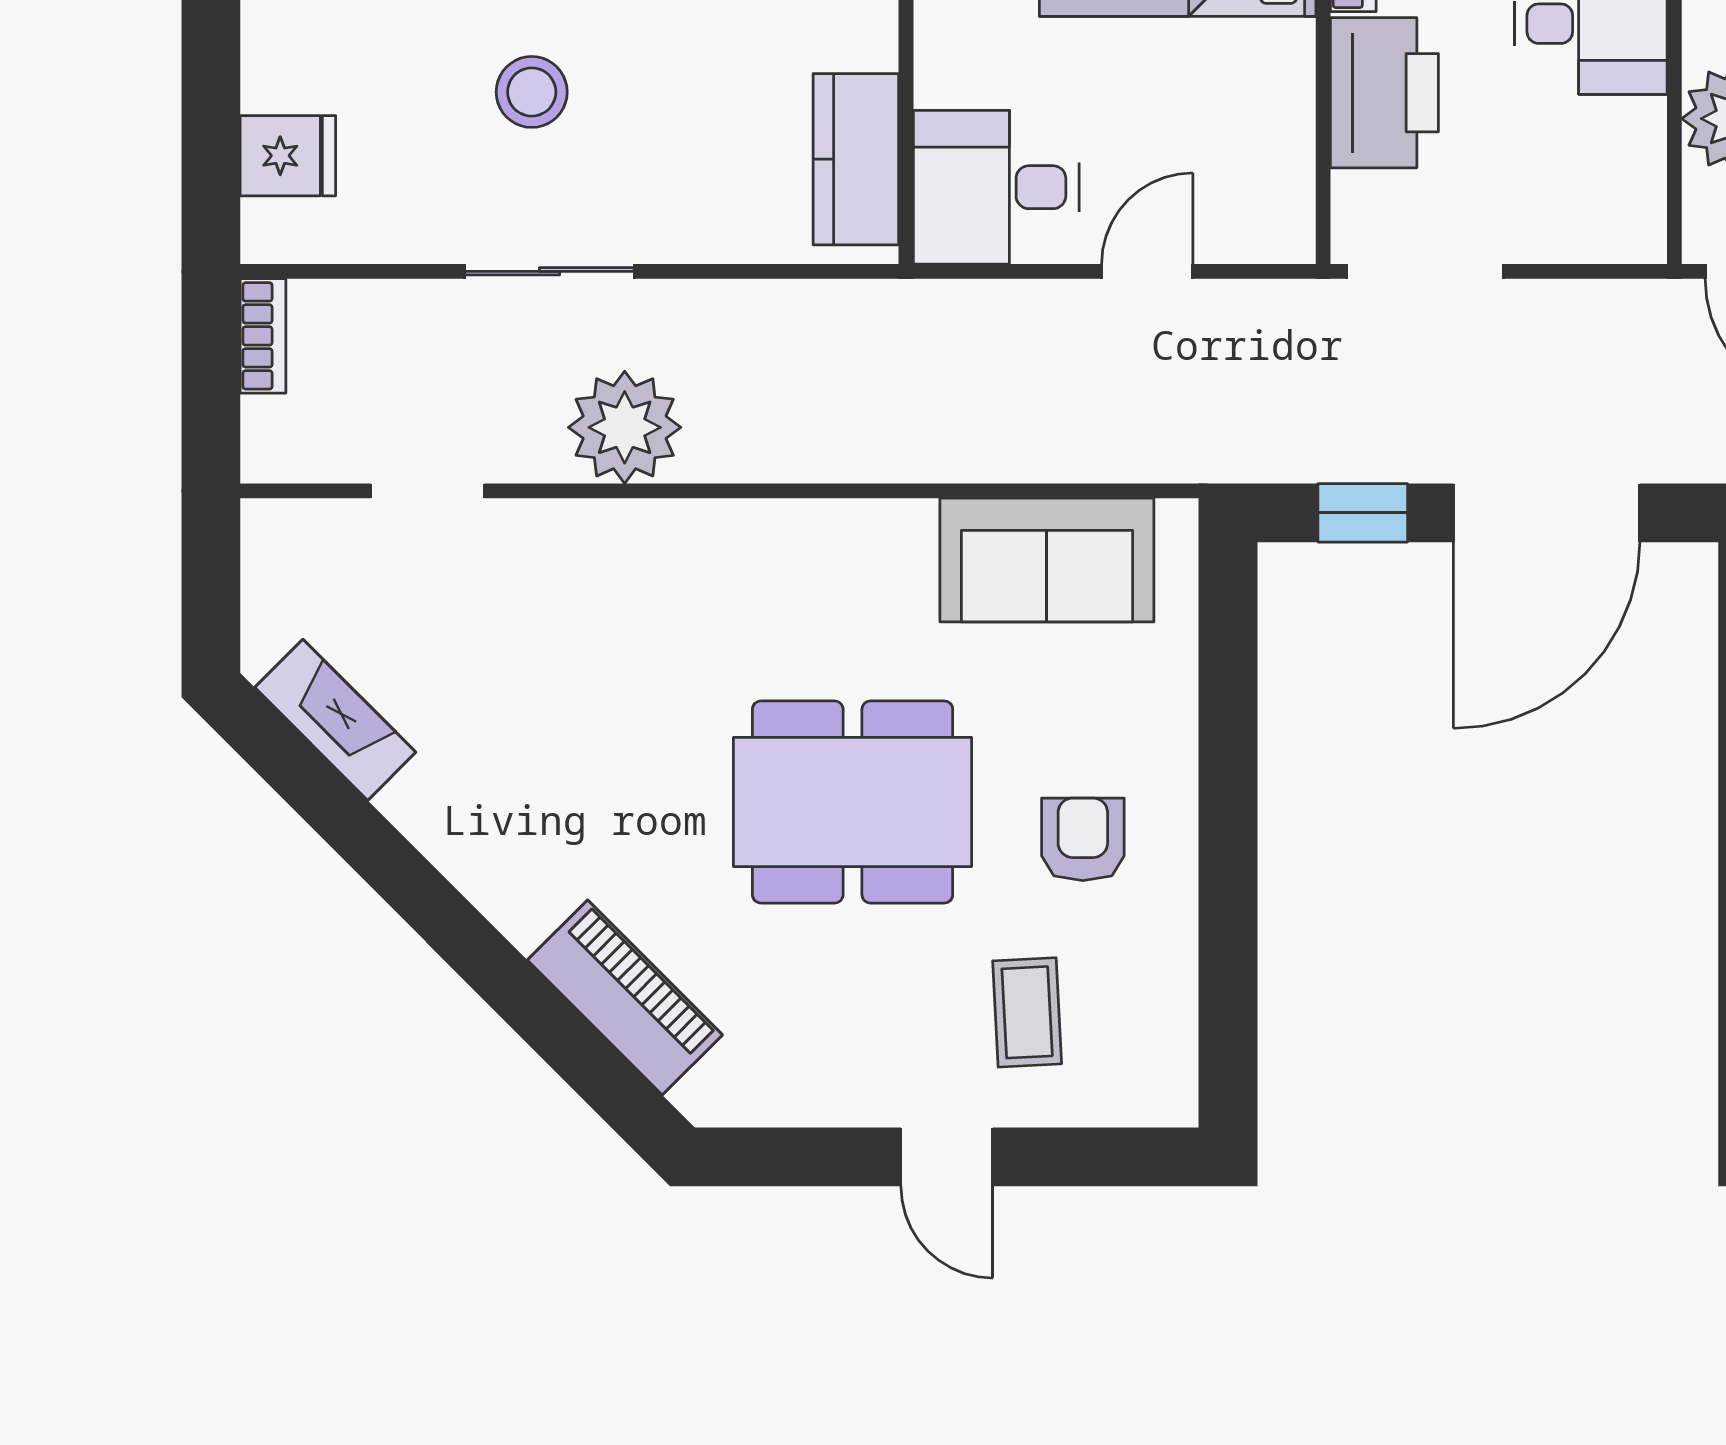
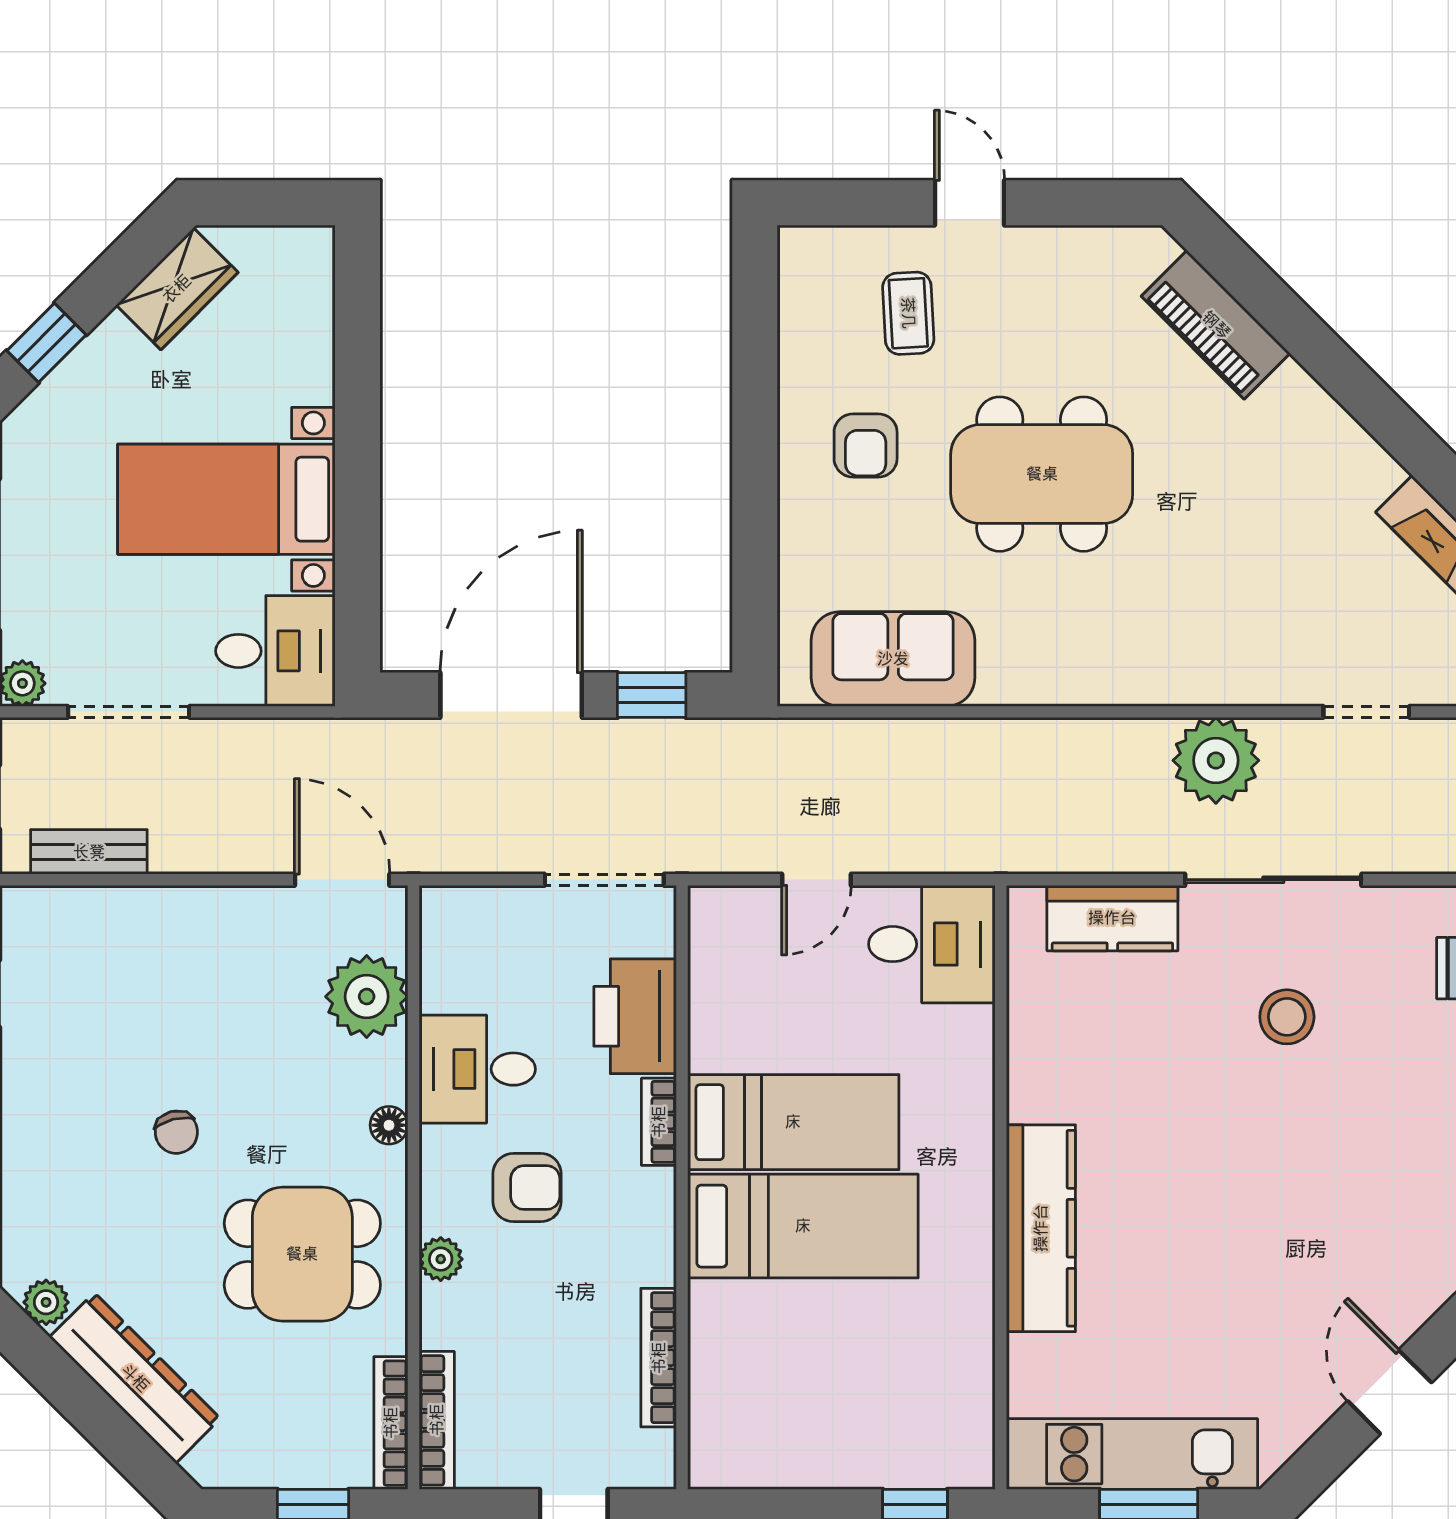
kitchen counter: (856, 159) -> (1112, 918), moved, turned 90
sliding door: (549, 271) -> (1273, 880), width x1.37

